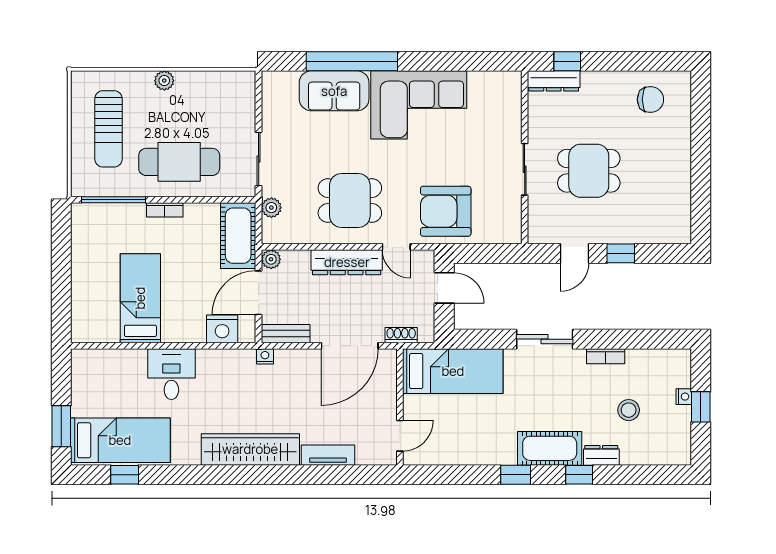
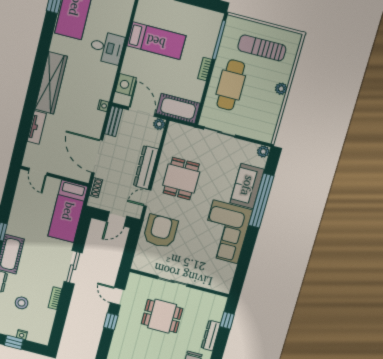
dresser: (554, 81) -> (211, 336), moved
dining table: (589, 171) -> (162, 316), turned 90
plant: (271, 208) -> (263, 151), moved

